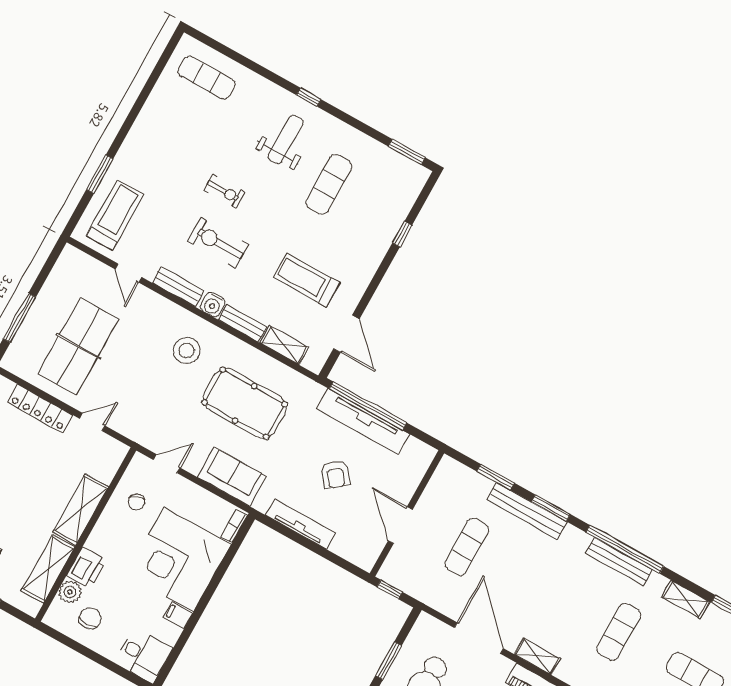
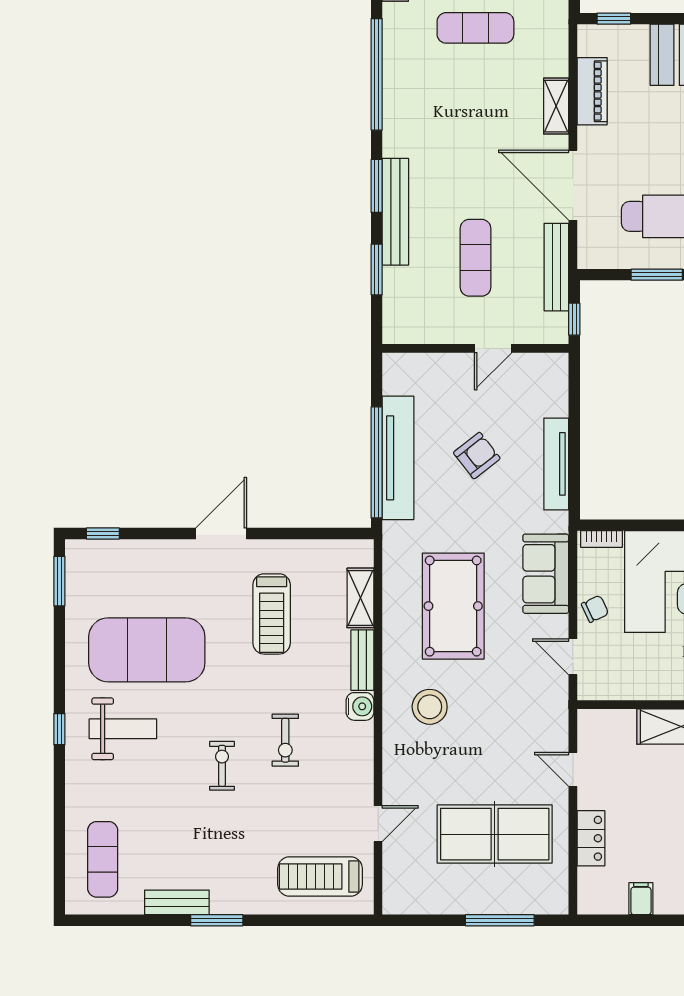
weight bench: (286, 139) -> (123, 729), turned 180
window: (100, 174) -> (217, 920), moved
exercise mat: (329, 184) -> (147, 650), width x2.00, depth x1.45
window: (402, 234) -> (103, 533), moved
exercise bike: (218, 243) -> (285, 740), width x0.73, depth x0.72
bench: (178, 287) -> (177, 902), moved, turned 90
door: (346, 334) -> (221, 533), moved
locker: (40, 409) -> (591, 838), width x0.66
chair: (137, 502) -> (595, 609), moved
door: (400, 525) -> (493, 348), width x0.73
exercise mat: (467, 547) -> (475, 258), turned 90
bench: (619, 561) -> (556, 267), moved
door: (479, 638) -> (573, 185), hinge flipped

